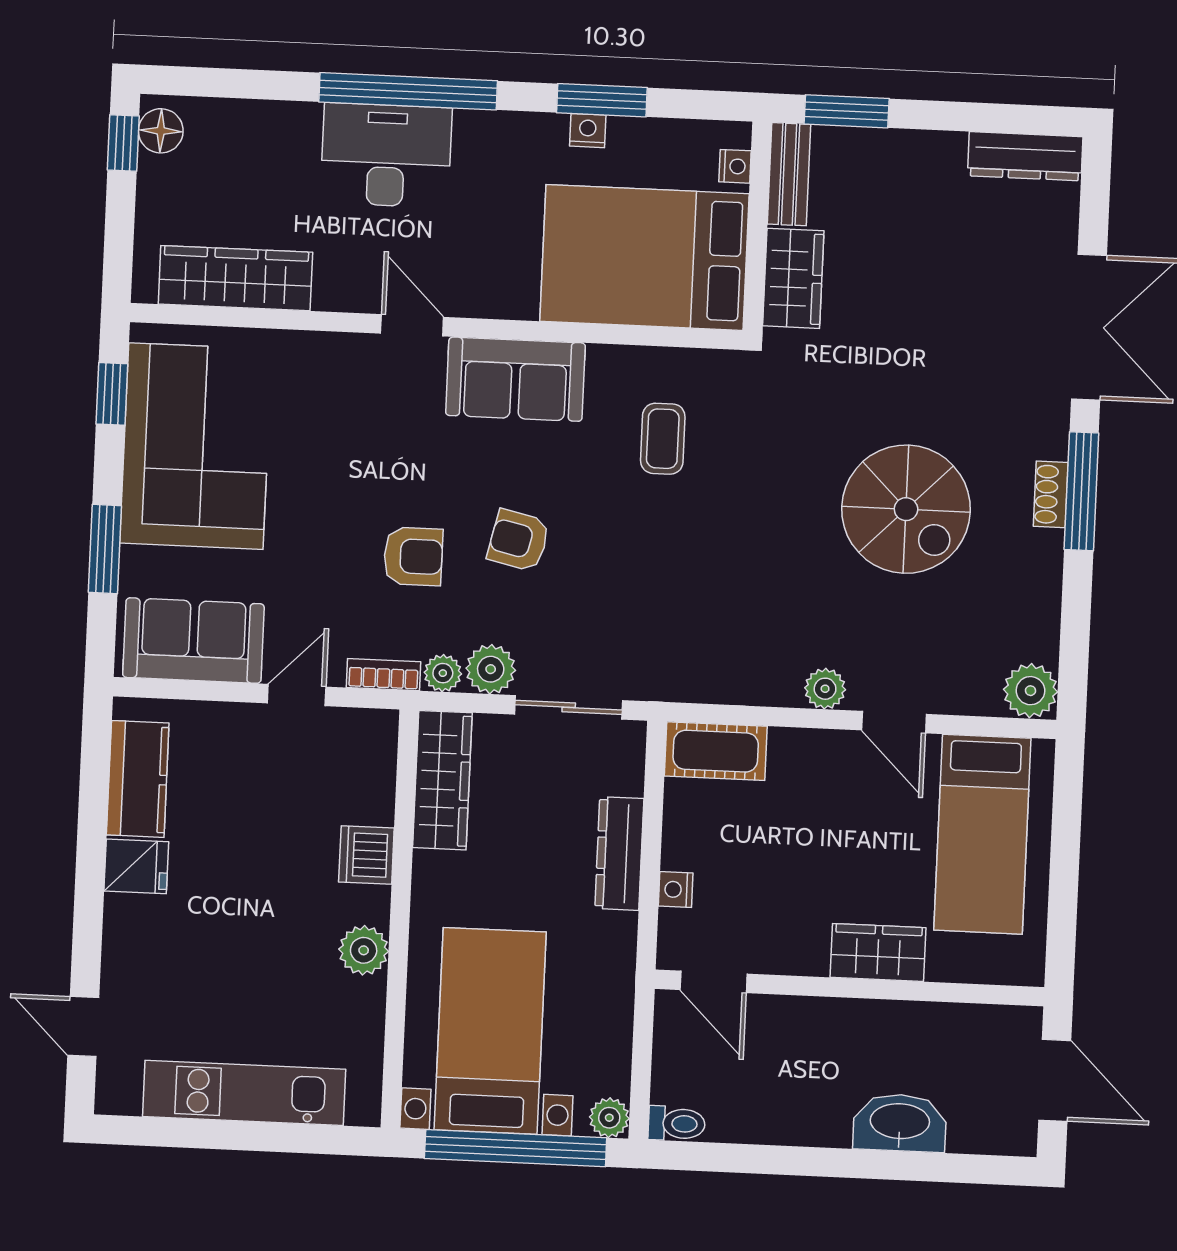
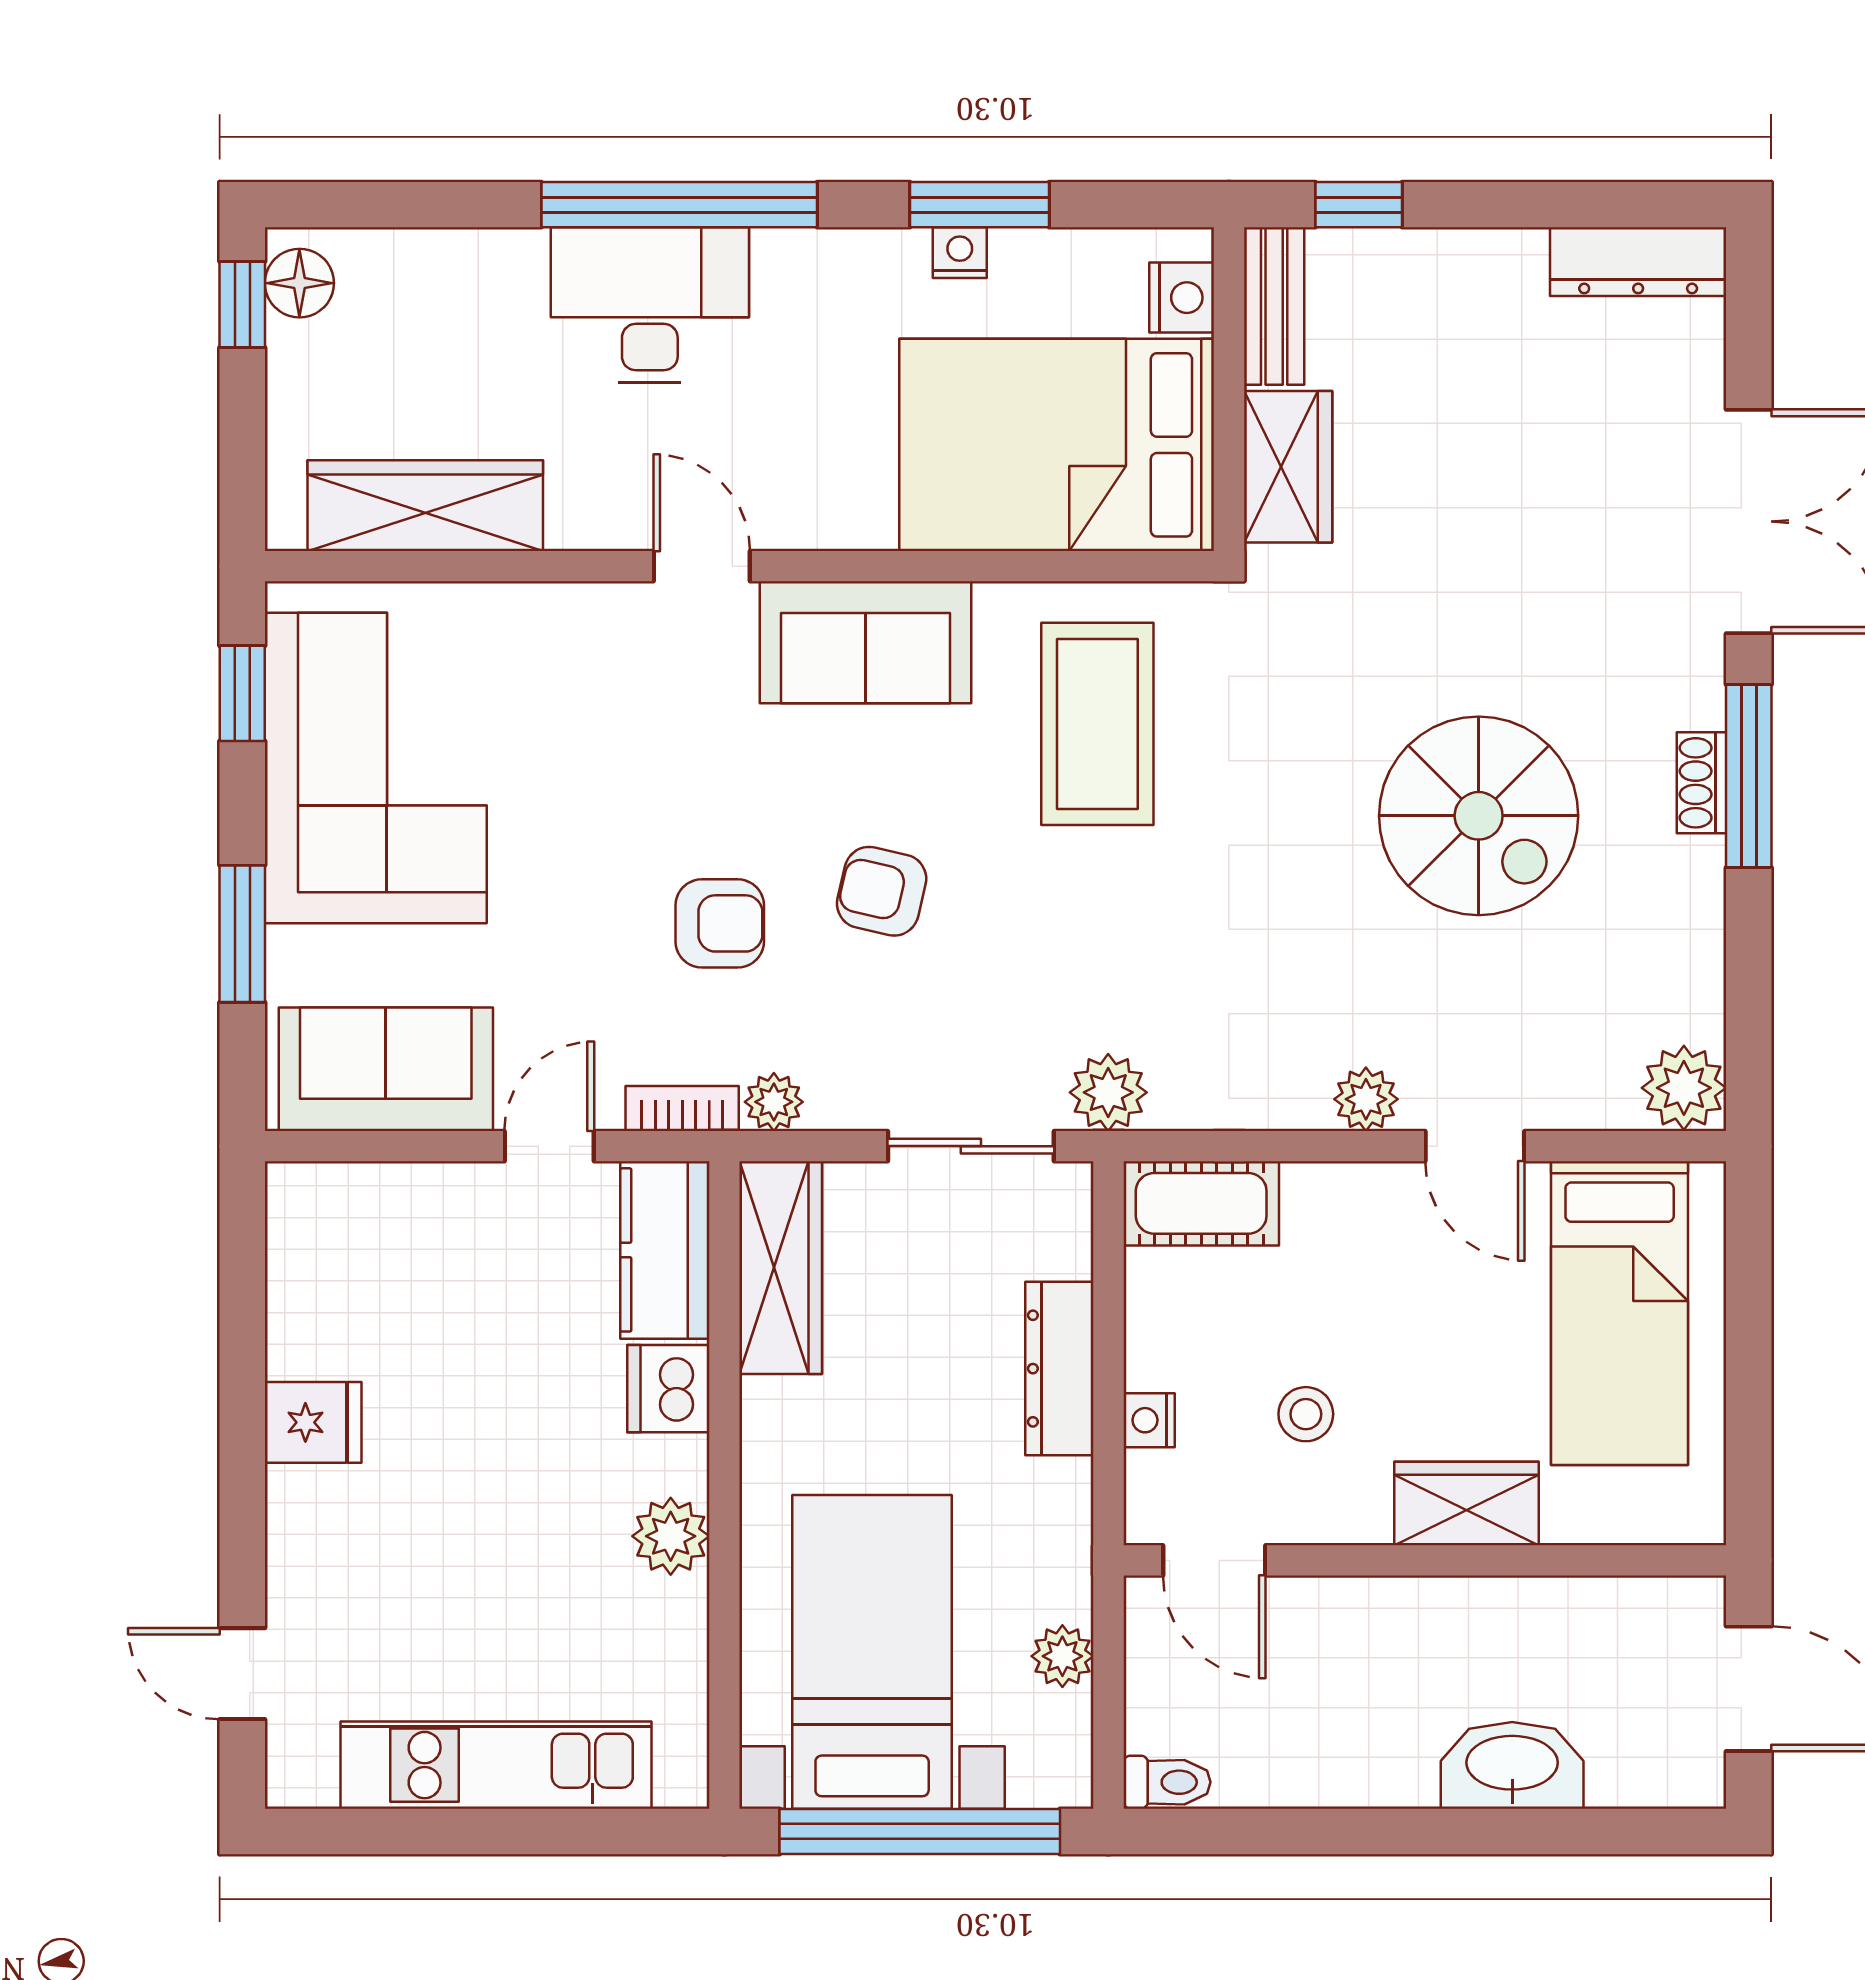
window: (847, 111) -> (1359, 205), width x0.67
nightstand: (735, 166) -> (1182, 298), width x1.39, depth x1.35
coffee table: (663, 439) -> (1097, 724), width x1.86, depth x1.72
plant: (491, 669) -> (1108, 1092), moved
kitchen counter: (138, 779) -> (665, 1250), moved, turned 180
stool: (777, 890) -> (1306, 1414), added
plant: (609, 1118) -> (1062, 1656), moved

